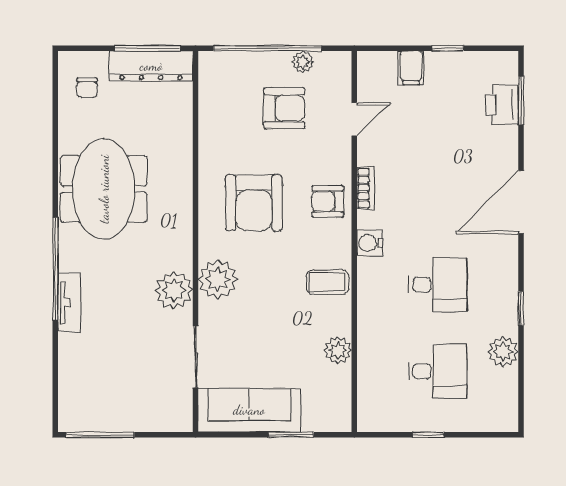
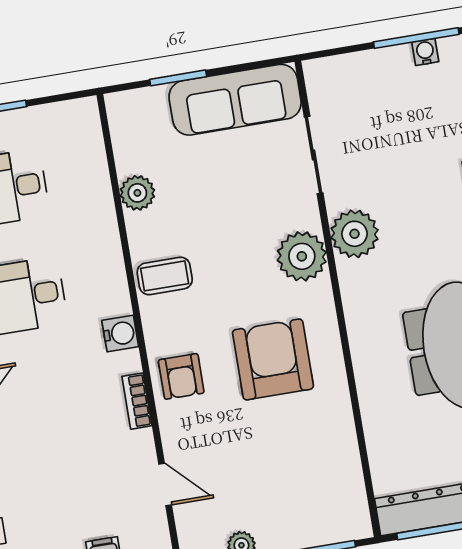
armchair: (284, 108) -> (255, 484), removed
door: (354, 119) -> (165, 484), swing flipped
armchair: (328, 201) -> (181, 376), turned 90
water cooler: (95, 423) -> (425, 52), added

